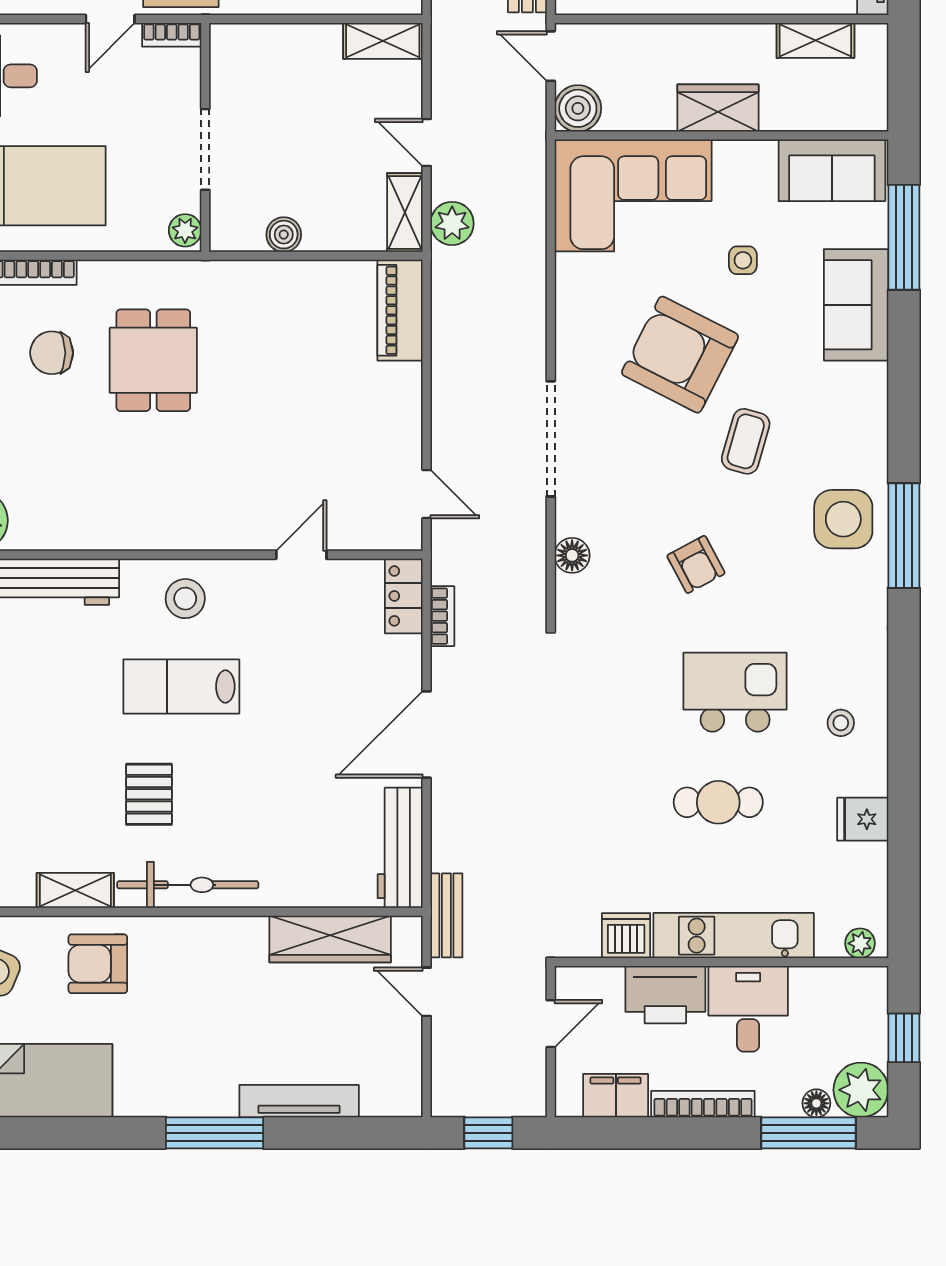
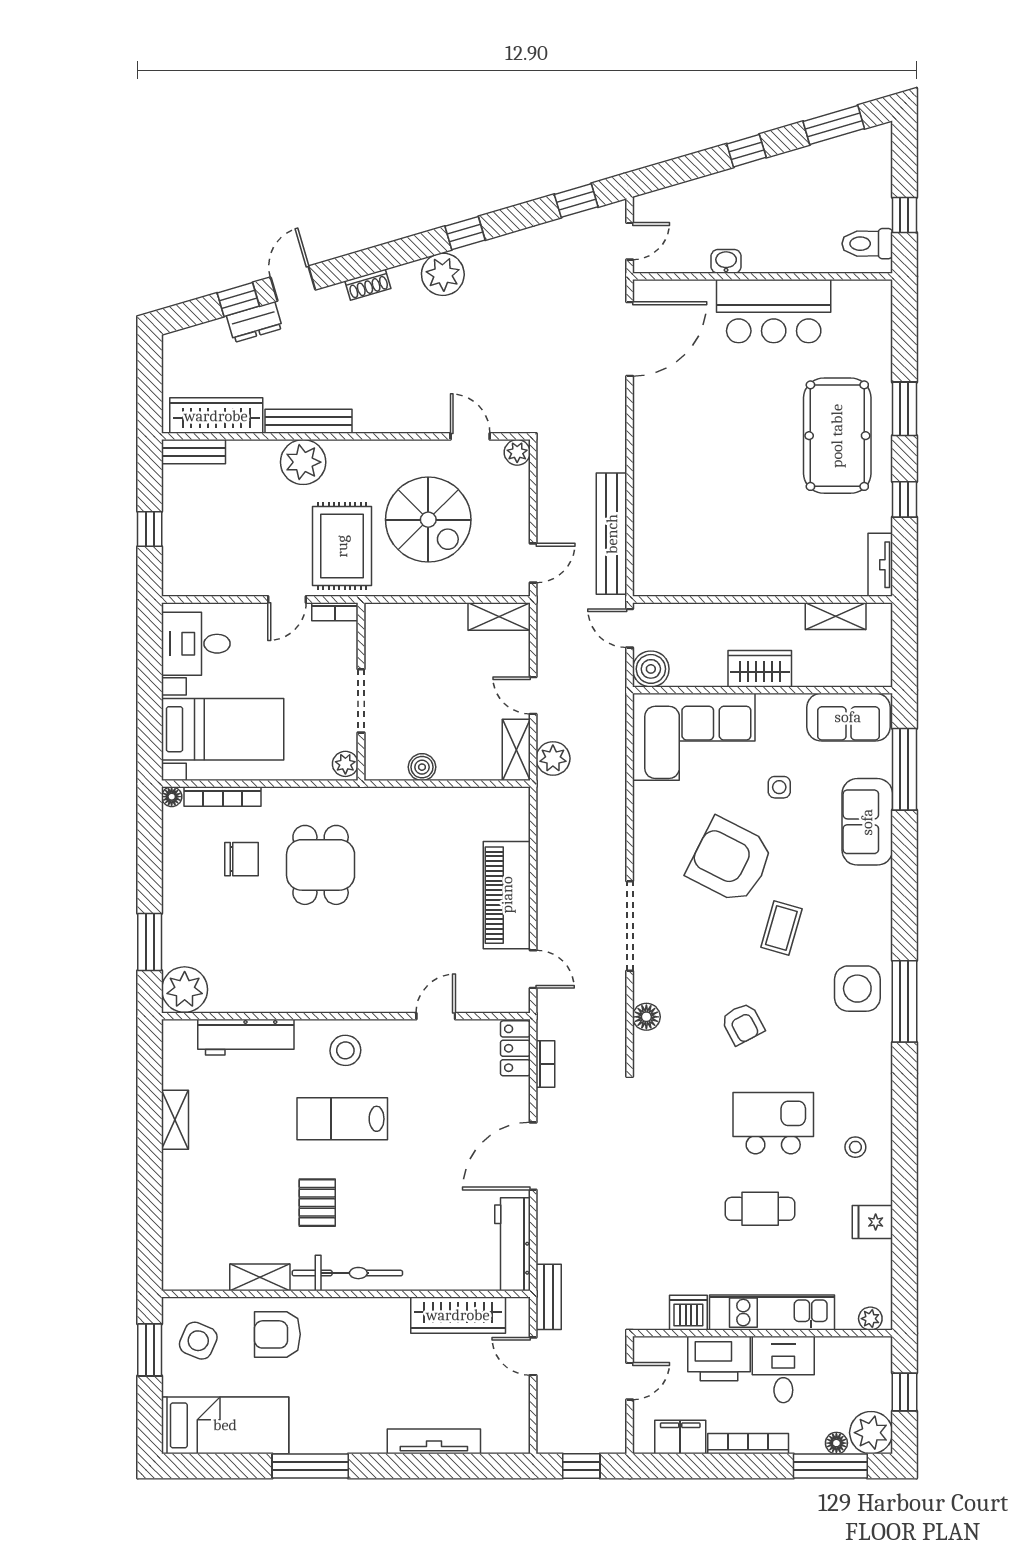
piano: (400, 310) -> (507, 895), moved, width x1.37, depth x1.33
chair: (52, 353) -> (241, 859), turned 180
window: (215, 1133) -> (310, 1466), moved

